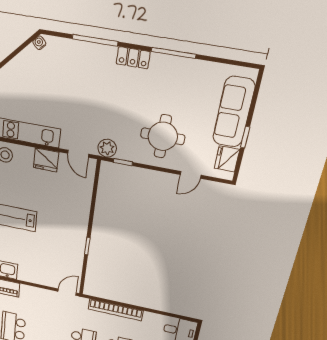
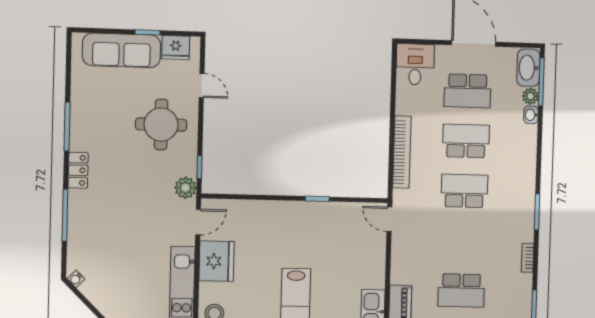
fridge: (46, 160) -> (217, 261), width x1.36, depth x1.34

